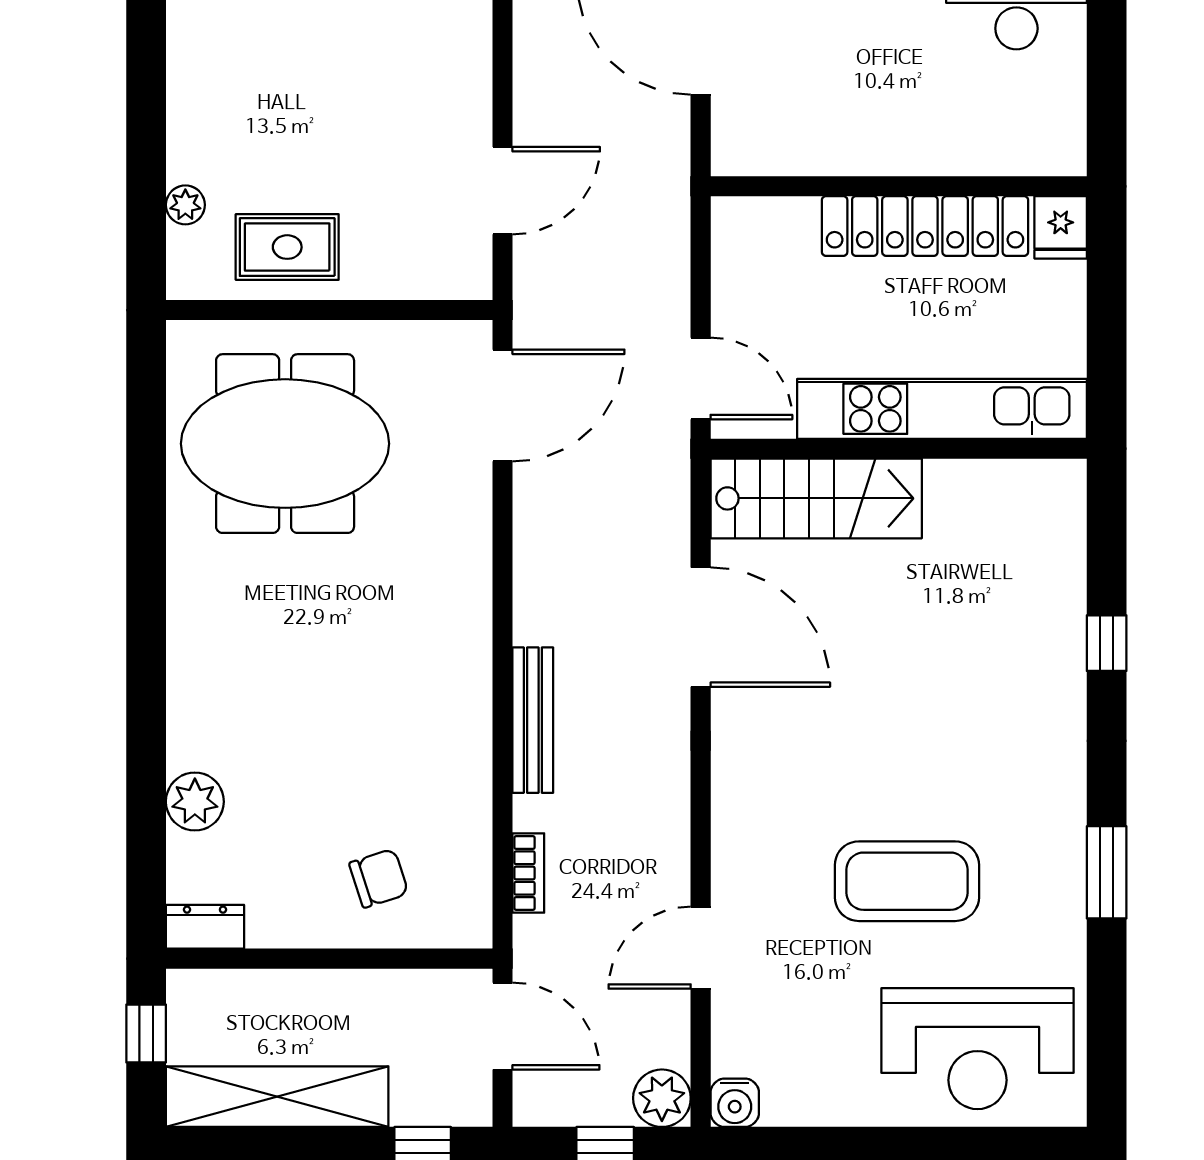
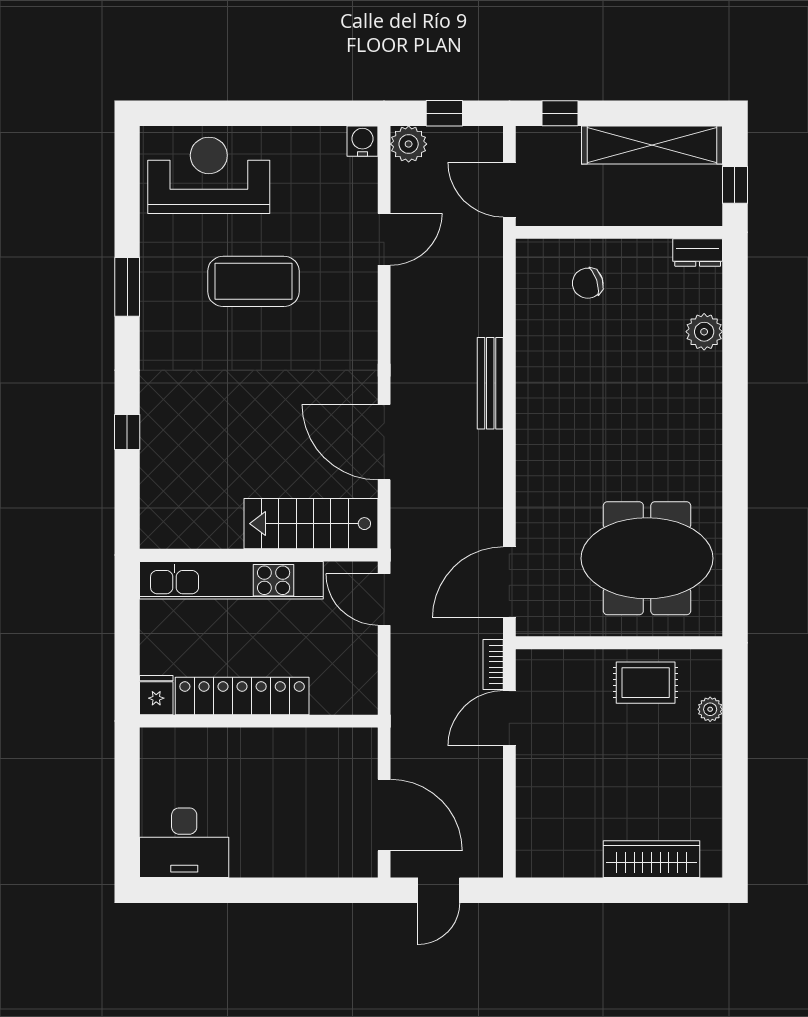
bookcase: (528, 873) -> (493, 664), moved

